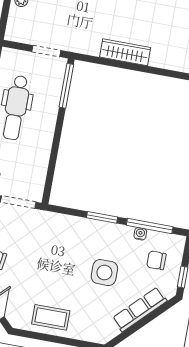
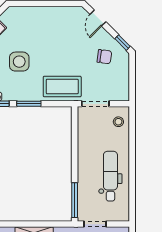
coffee table: (51, 317) -> (62, 87), moved, width x1.36, depth x1.32

